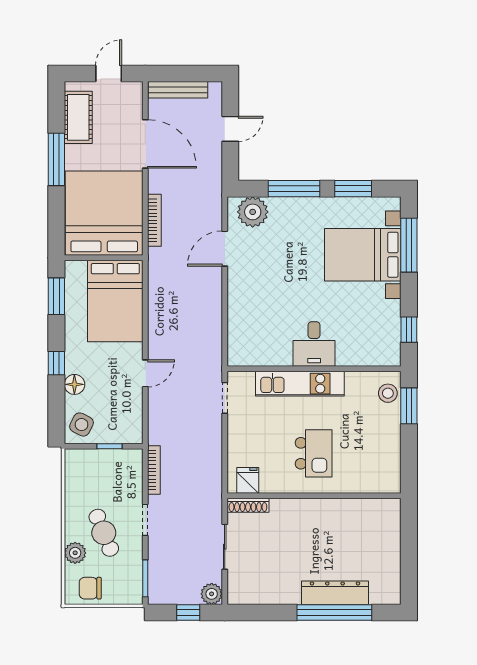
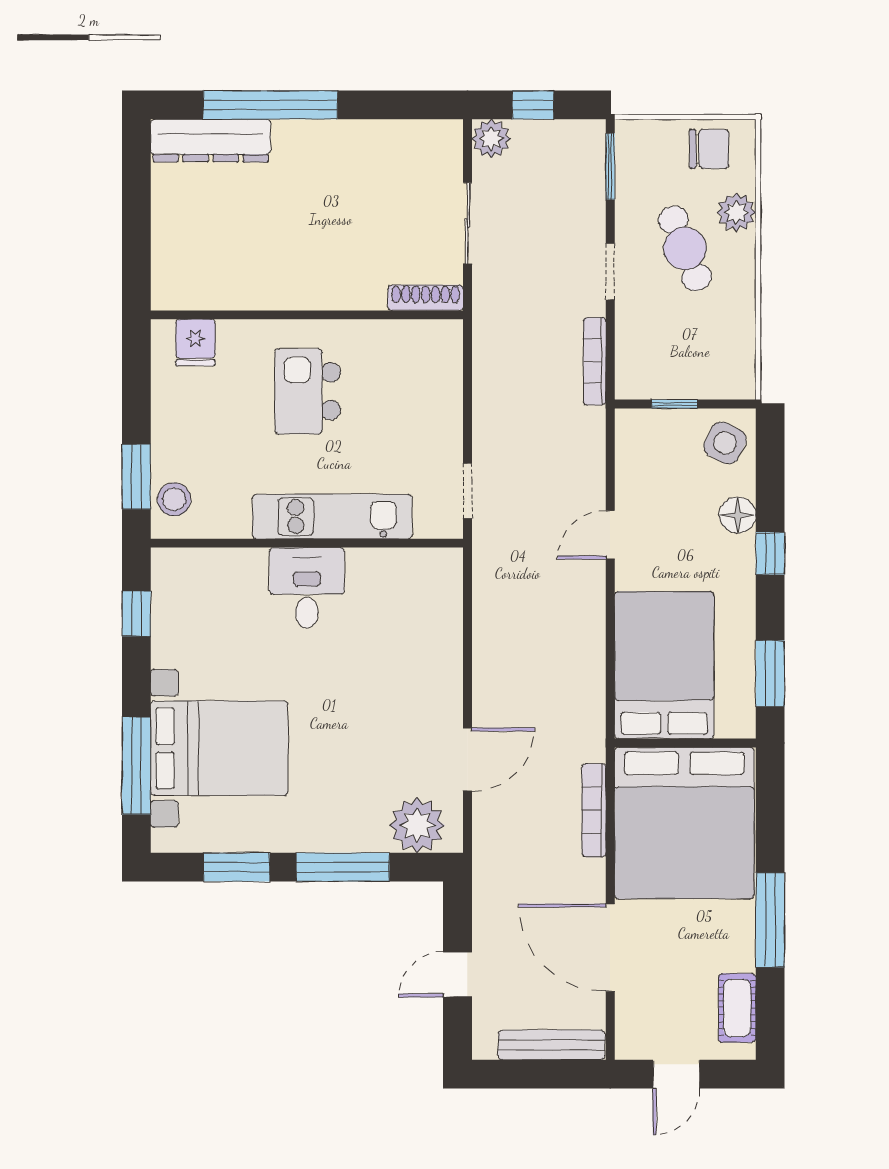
cot: (78, 117) -> (737, 1008), width x0.73, depth x0.75
fridge: (248, 480) -> (195, 342), moved
dresser: (335, 593) -> (211, 141), moved

